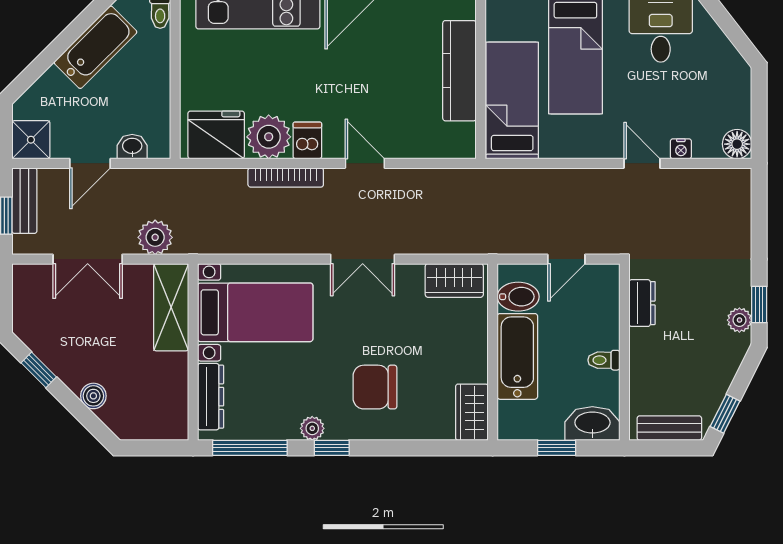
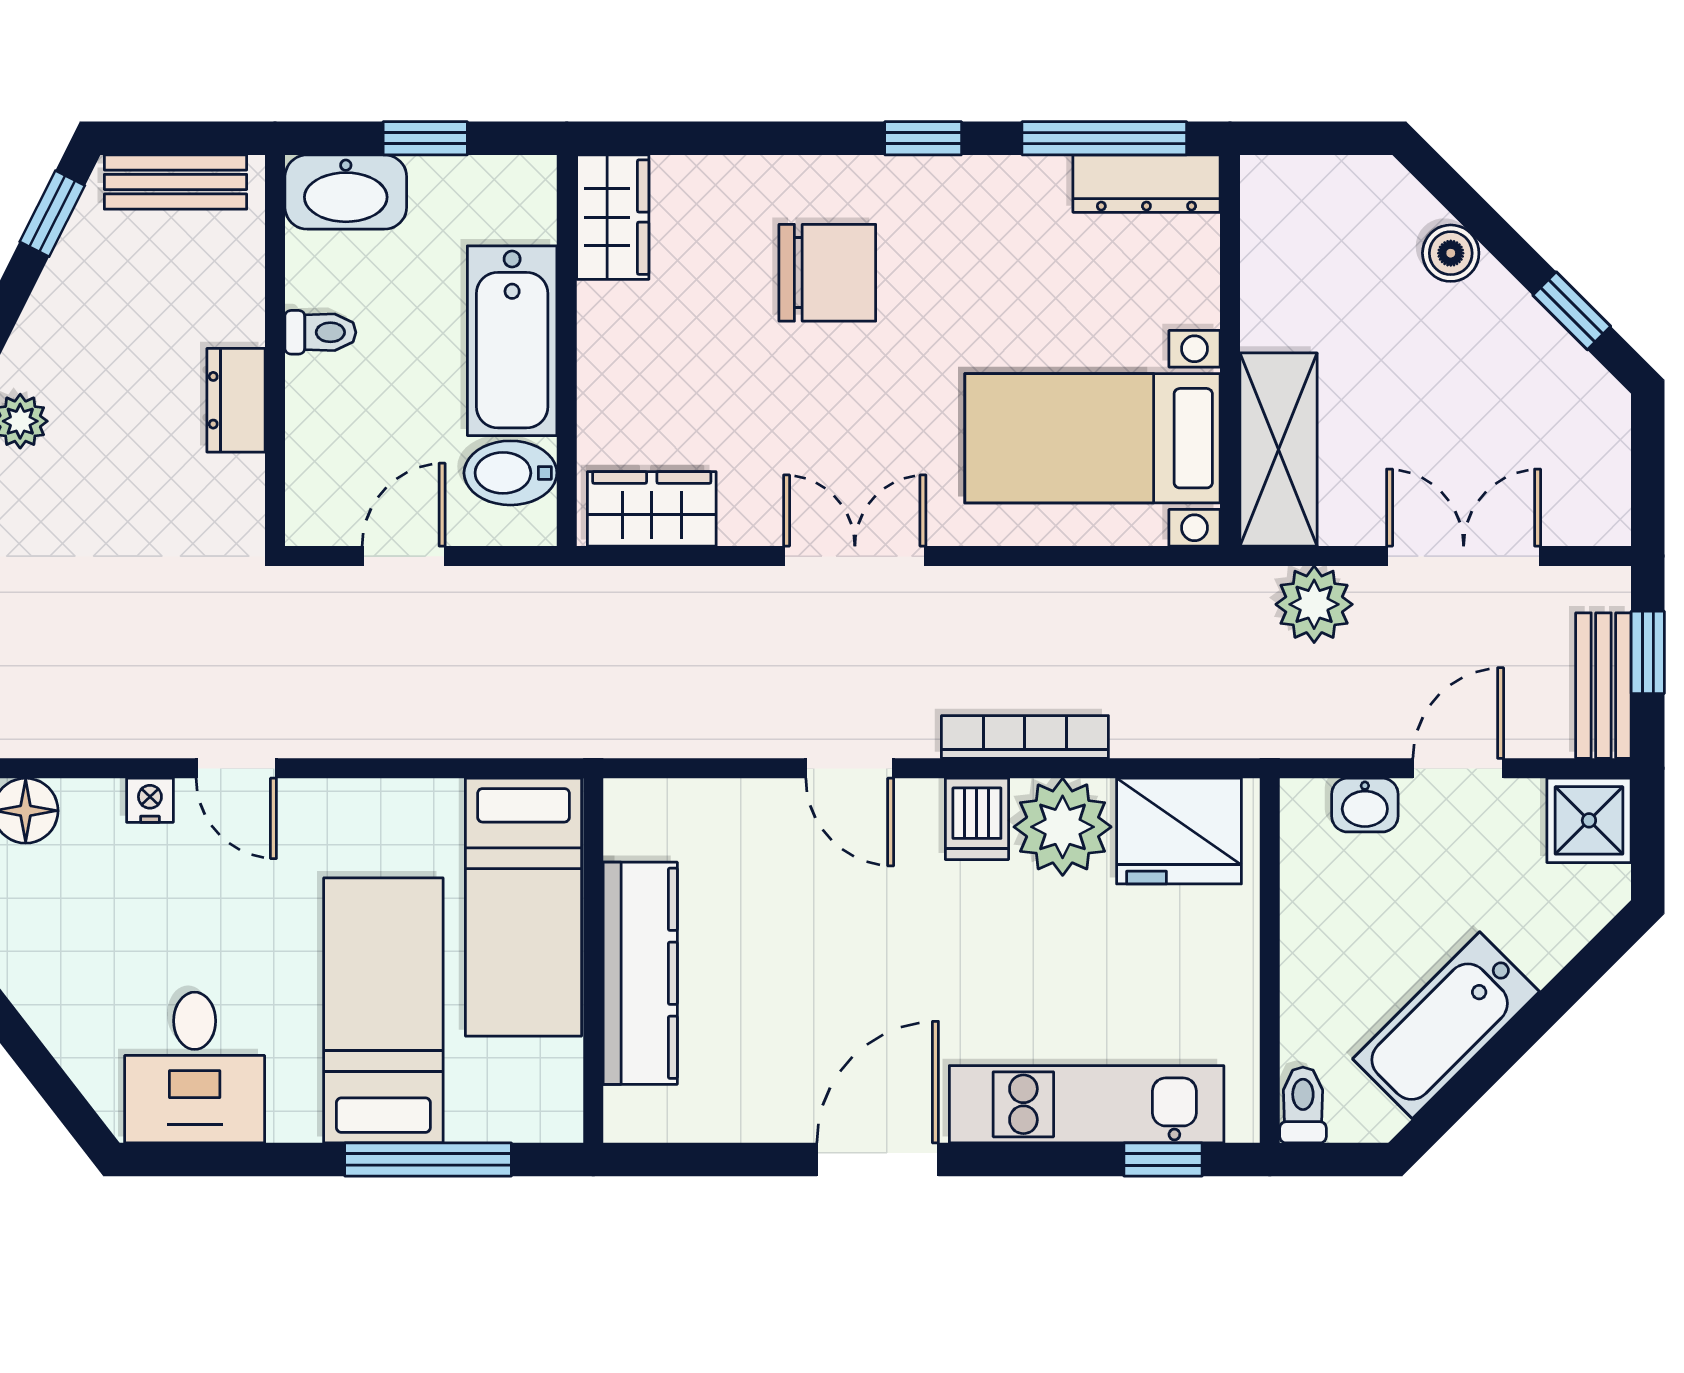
dresser: (642, 303) -> (236, 400), moved
dresser: (211, 397) -> (1146, 184), moved, turned -90
plant: (312, 428) -> (966, 181), removed

